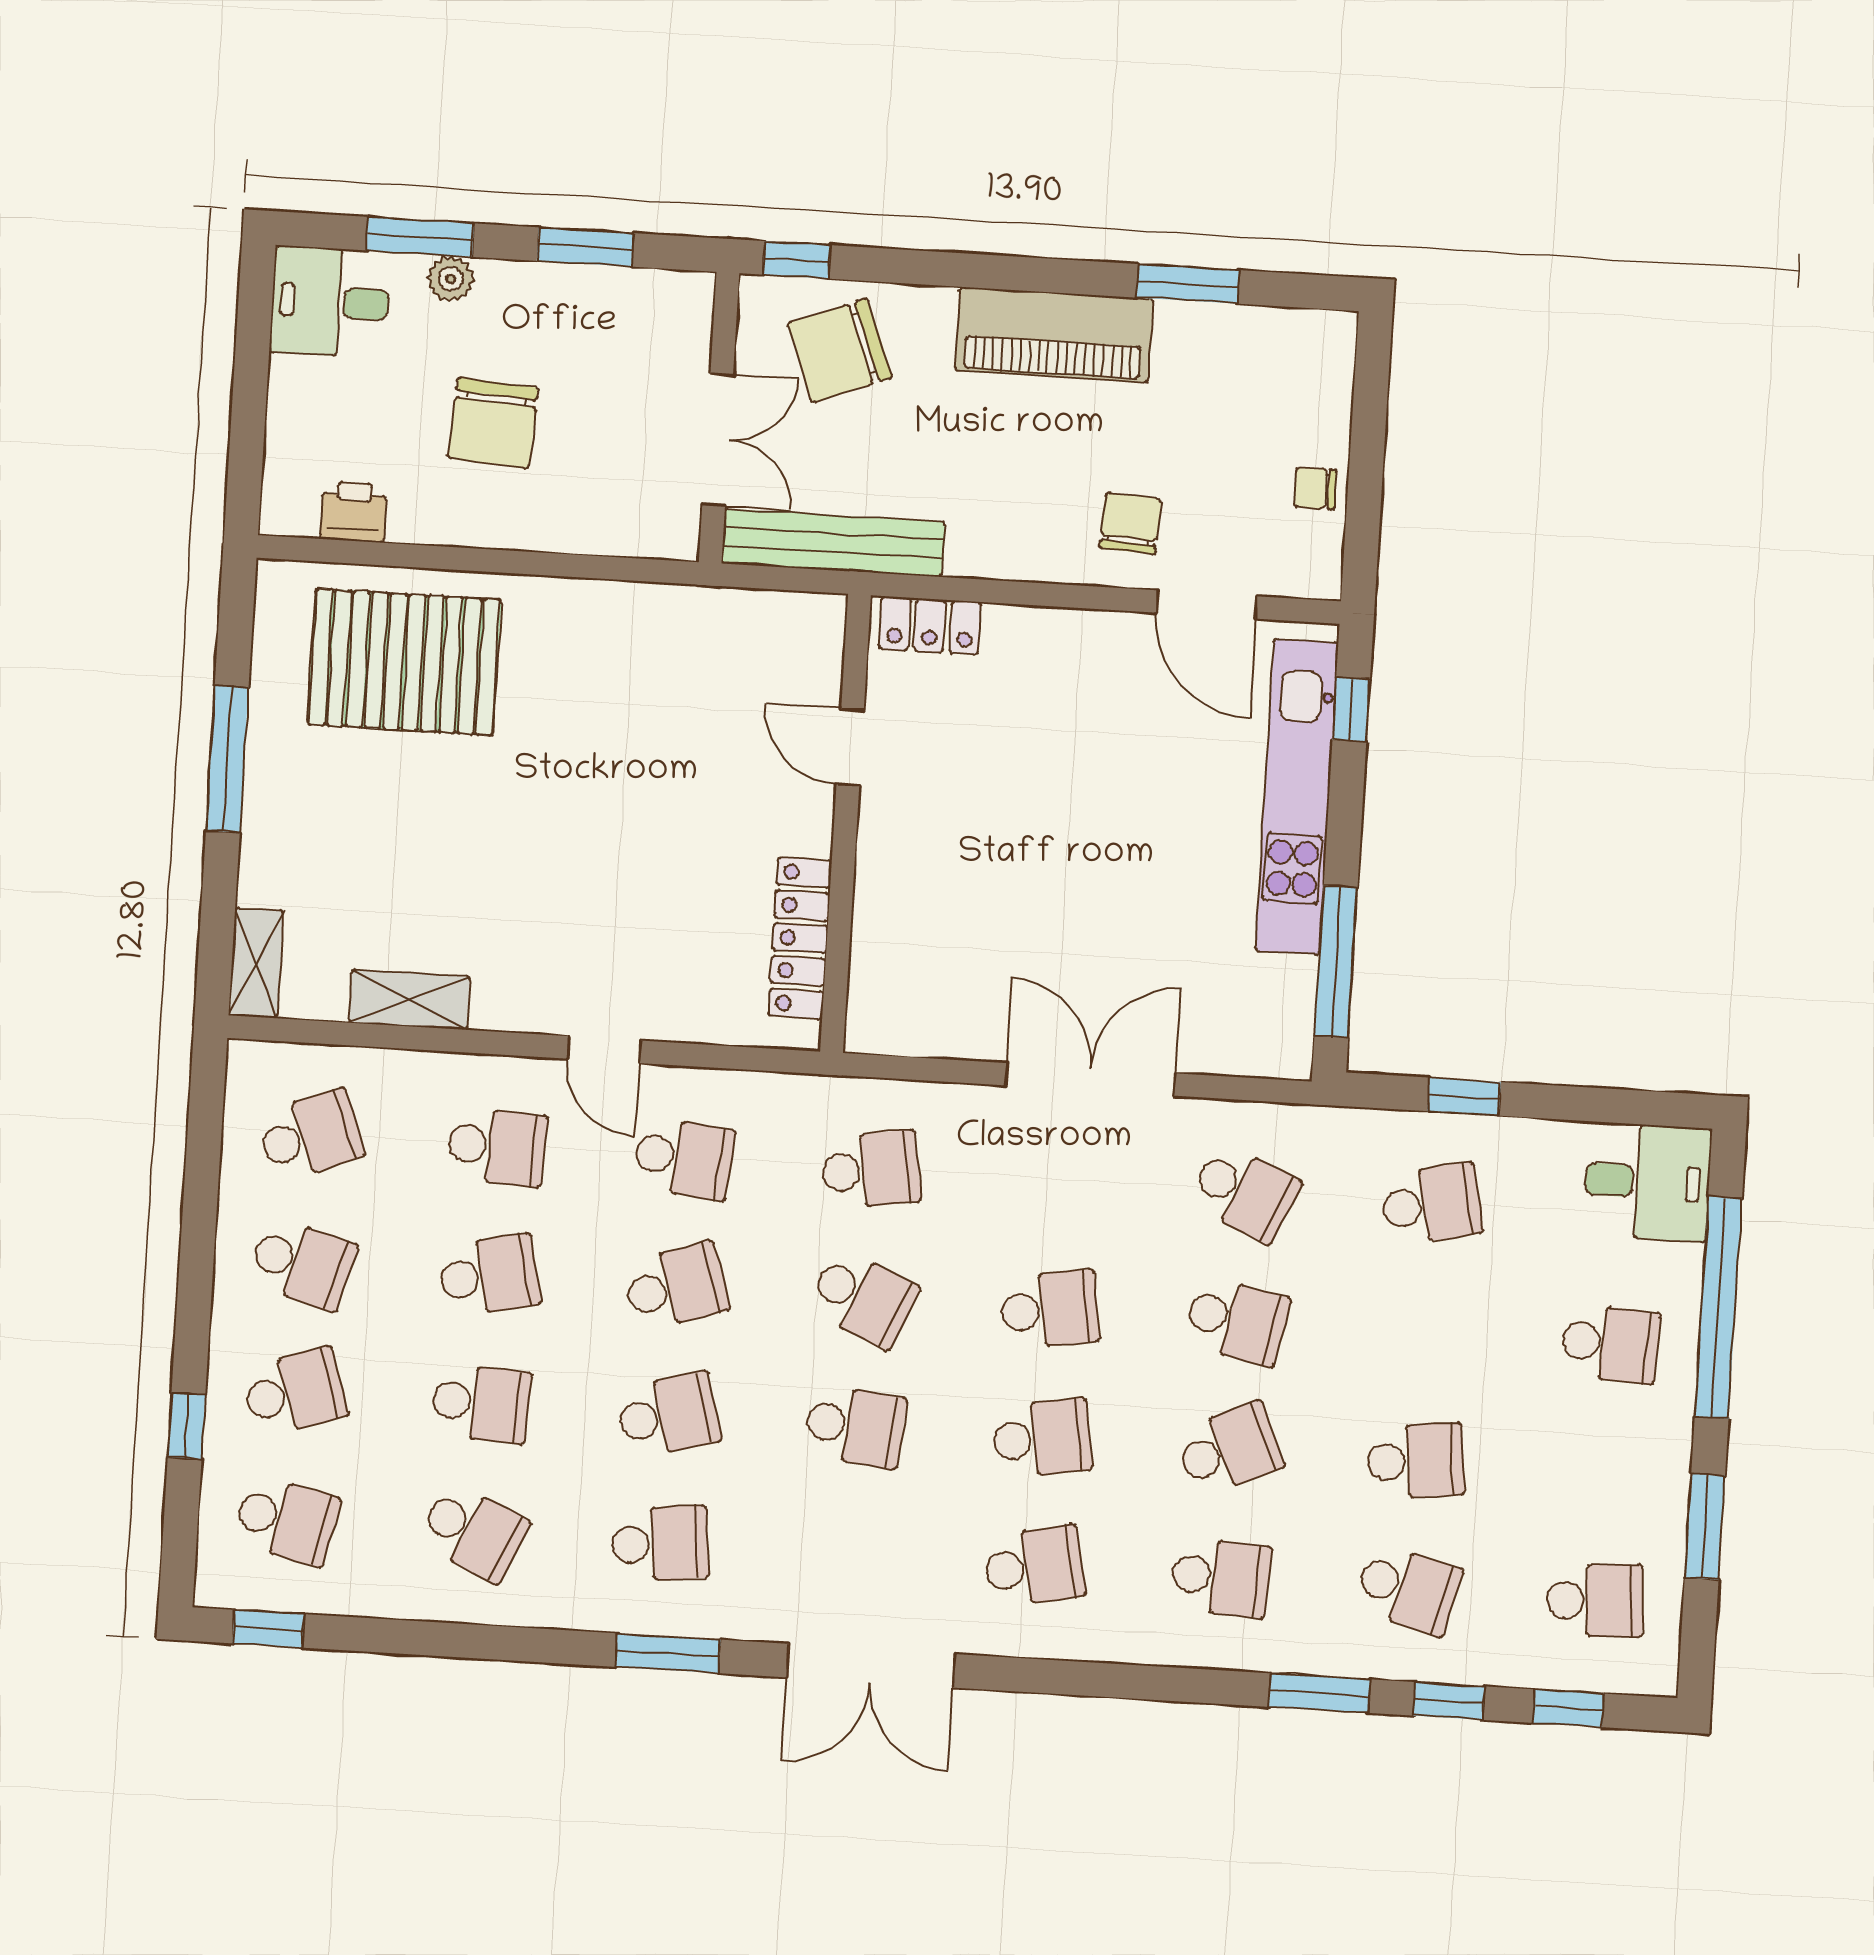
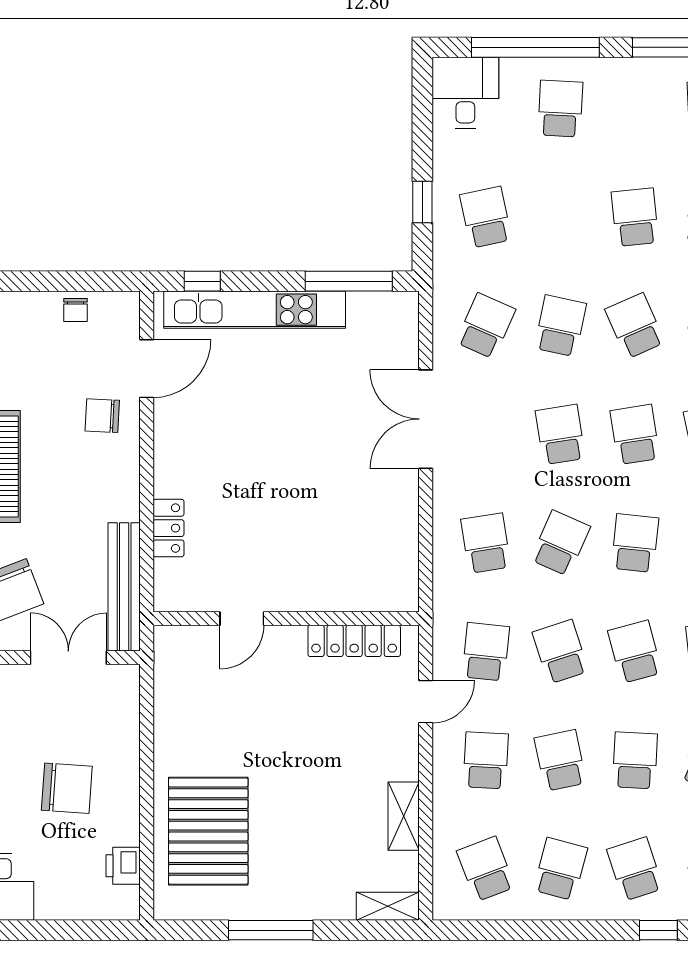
door: (850, 747) -> (242, 619), moved
wall: (846, 823) -> (286, 619), moved
locker: (800, 938) -> (354, 641), moved

